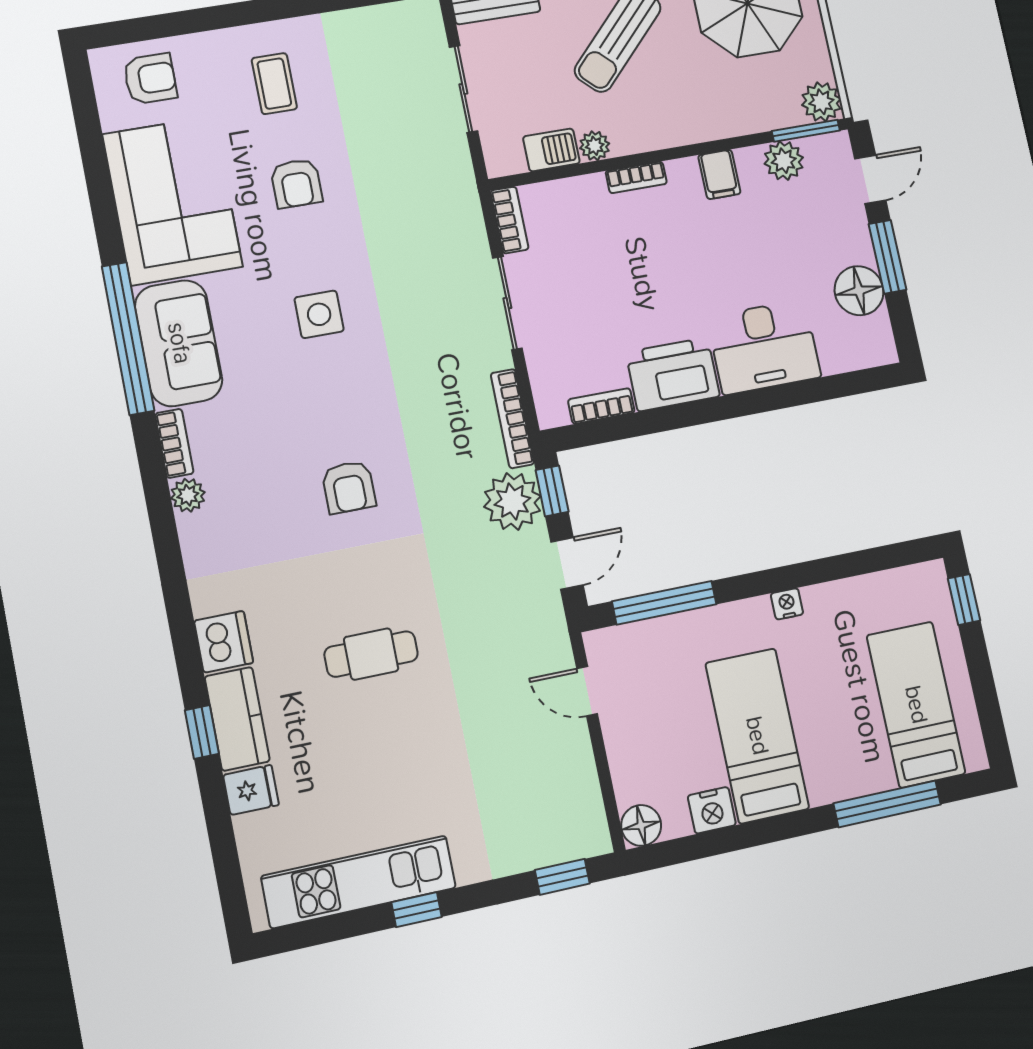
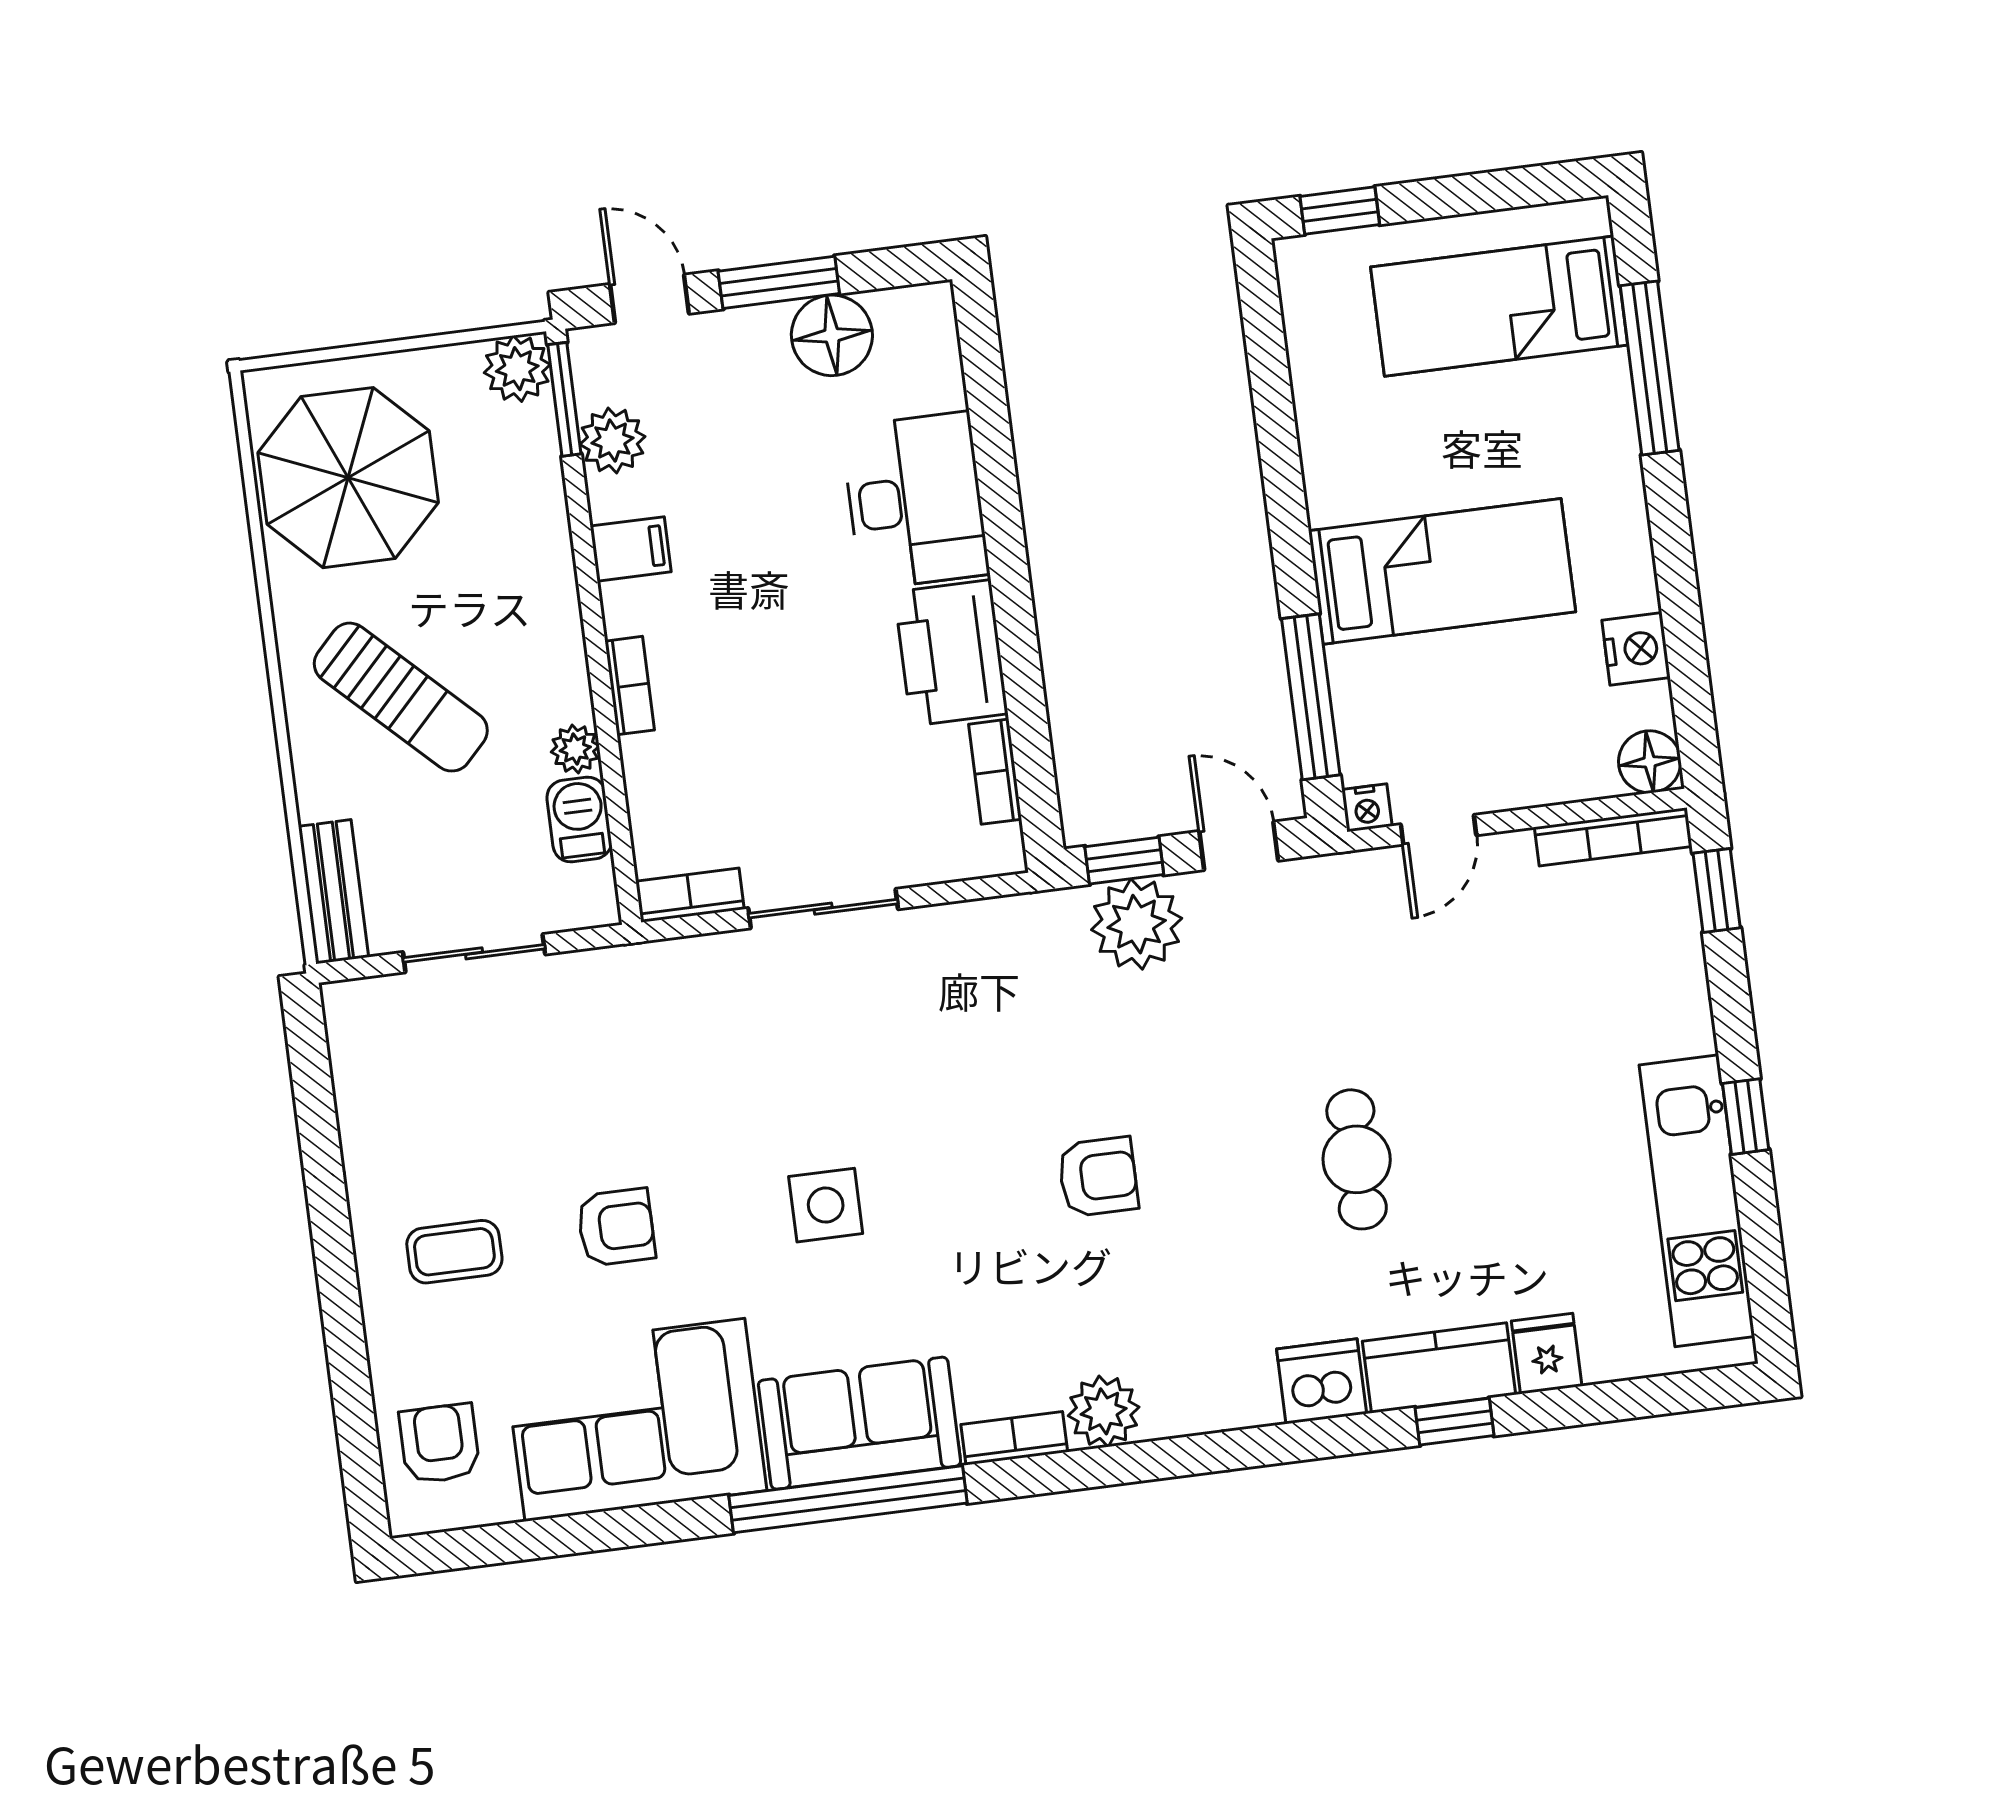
bookcase: (512, 419) -> (1613, 837), moved
plant: (188, 495) -> (1104, 1411), width x1.38, depth x1.38
nightstand: (787, 604) -> (1367, 808), moved, turned -90
bed: (757, 736) -> (1442, 571), moved, turned 180

